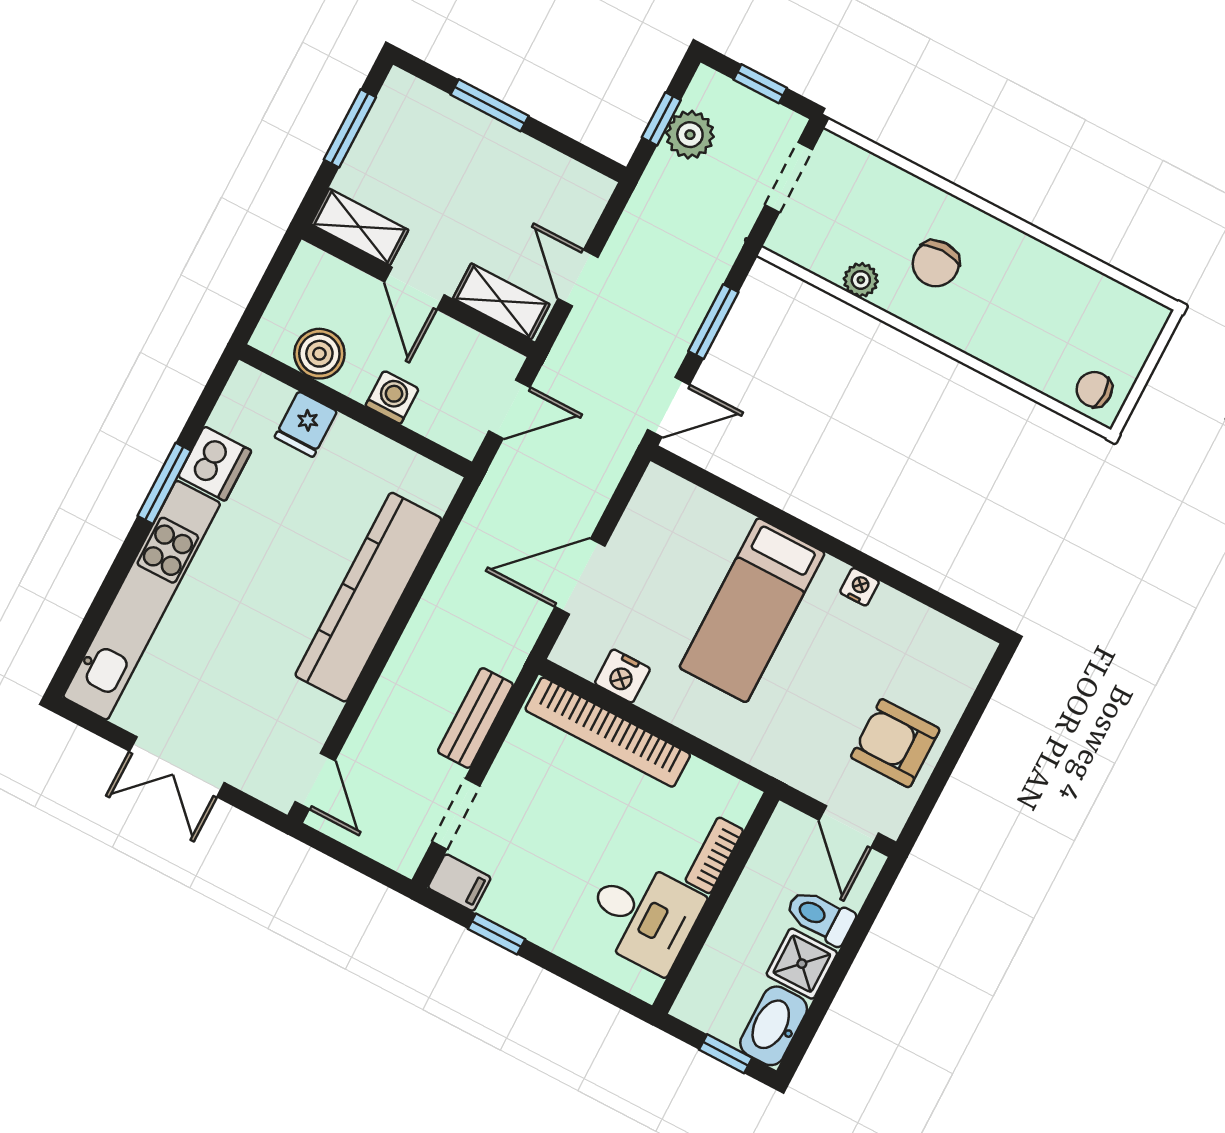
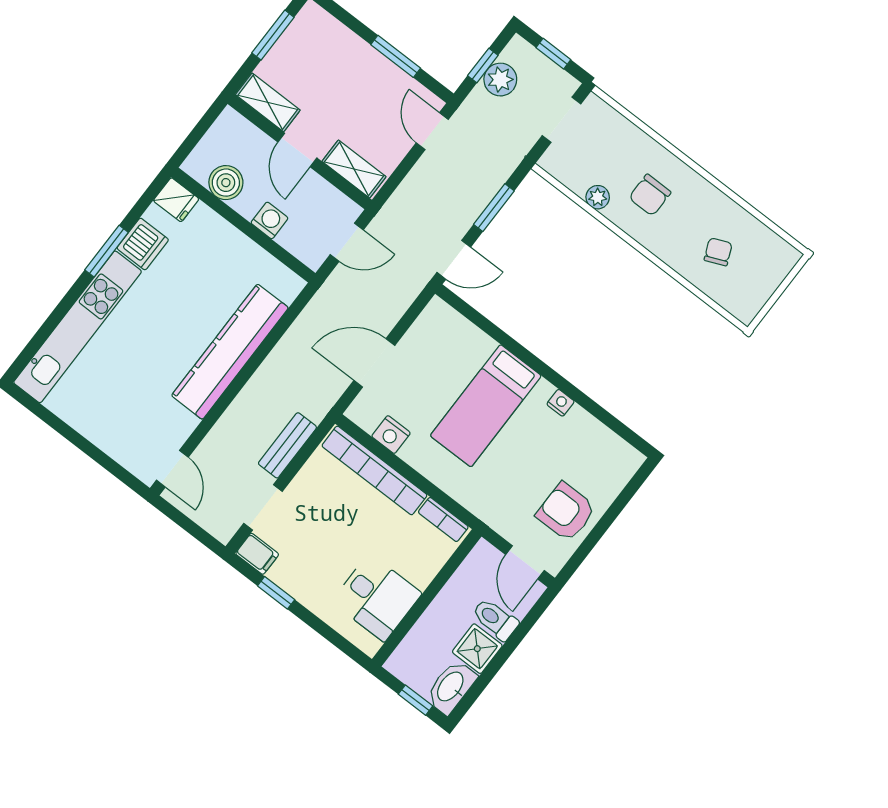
window: (490, 105) -> (396, 56), moved
door: (578, 278) -> (432, 131), moved
chair: (1094, 389) -> (718, 252), moved, turned 67
fridge: (306, 424) -> (176, 200), moved, turned -90
double door: (177, 767) -> (81, 443), removed
bookcase: (714, 855) -> (443, 519), moved, turned -90

